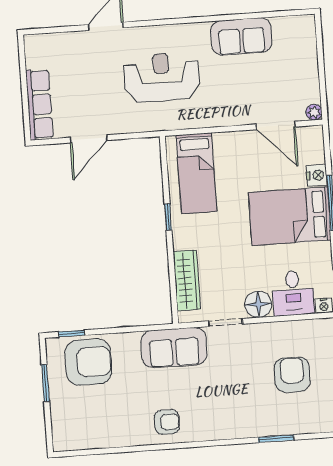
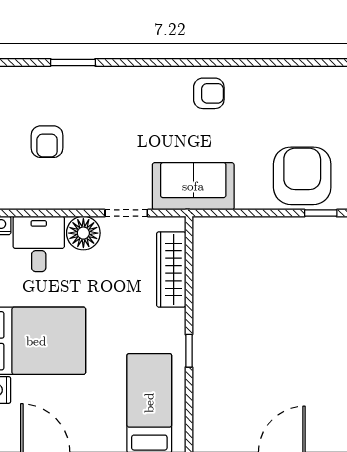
armchair: (88, 362) -> (302, 176), turned 90
armchair: (292, 375) -> (47, 142), width x0.72, depth x0.72
armchair: (167, 422) -> (209, 93), turned 180

